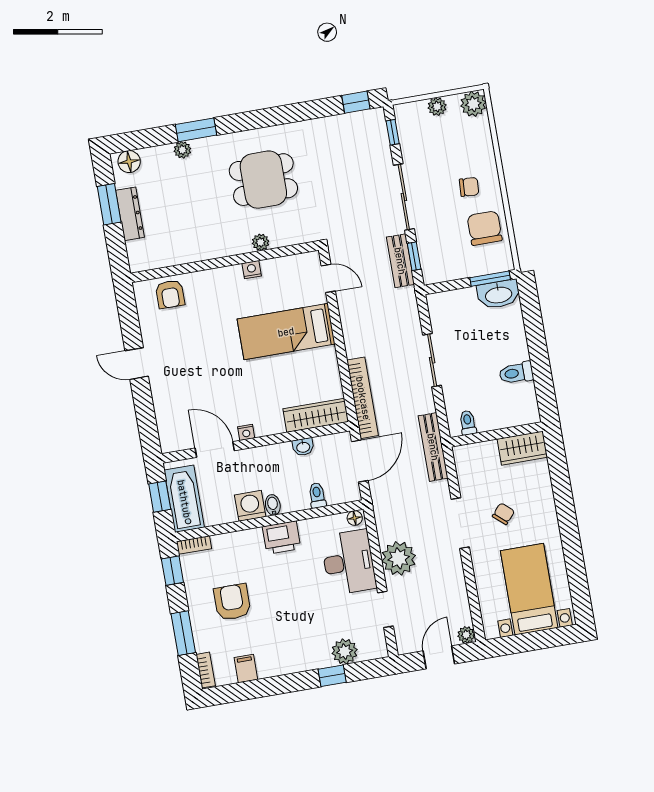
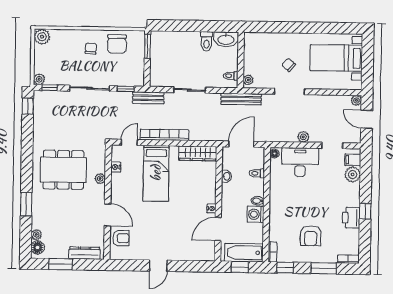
plant: (437, 107) -> (39, 79), moved
plant: (182, 150) -> (36, 235), moved
dining table: (263, 180) -> (63, 170), width x1.37
dresser: (130, 214) -> (85, 253), moved
chair: (485, 228) -> (117, 44), turned -90
bench: (400, 261) -> (148, 98), moved
door: (204, 265) -> (107, 215), added
nightstand: (252, 270) -> (116, 167), moved
washbasin: (498, 294) -> (226, 39), moved, turned 90
bookcase: (363, 398) -> (164, 135), moved
wardrobe: (316, 415) -> (198, 153), moved, turned -90
wardrobe: (522, 448) -> (252, 46), removed
plant: (466, 453) -> (248, 80), added
door: (360, 461) -> (241, 144), hinge flipped
printer: (282, 538) -> (351, 218), moved, turned 180
plant: (399, 558) -> (303, 137), width x0.53, depth x0.53
armchair: (232, 602) -> (311, 236), turned -90
filing cabinet: (246, 669) -> (353, 160), moved
window: (332, 676) -> (365, 211), moved

